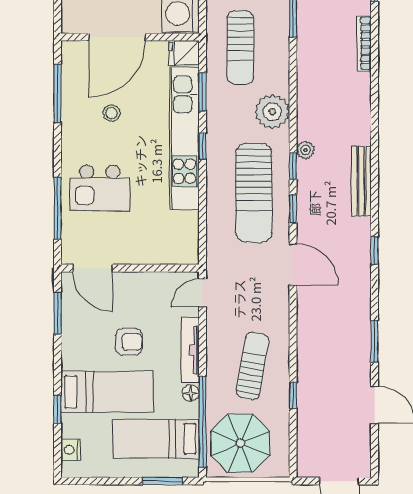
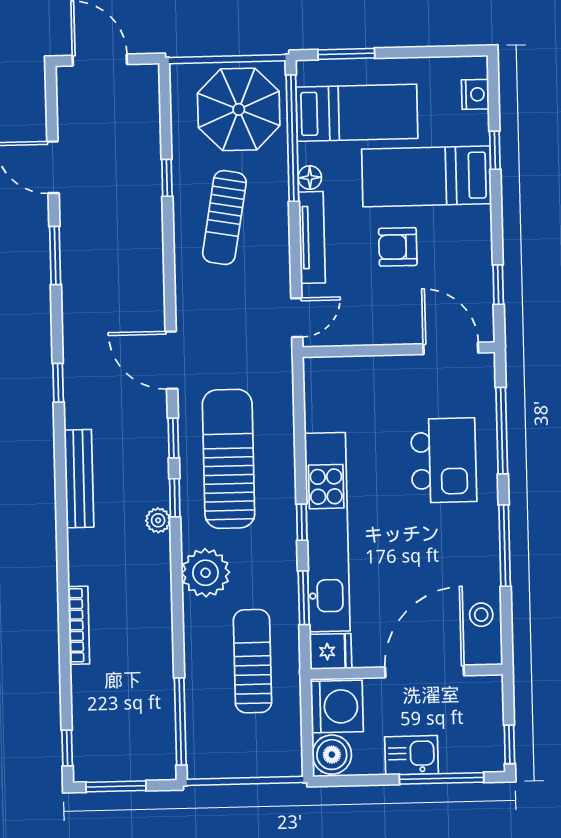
bookcase: (364, 43) -> (79, 625), moved
window: (58, 93) -> (505, 546), moved
stool: (112, 113) -> (481, 615), moved
kitchen island: (100, 188) -> (444, 460), turned 90
window: (58, 313) -> (498, 285), width x0.67

